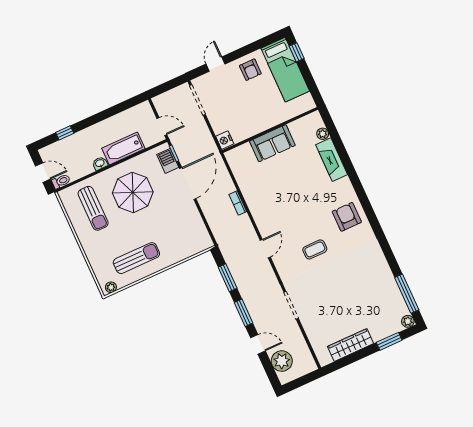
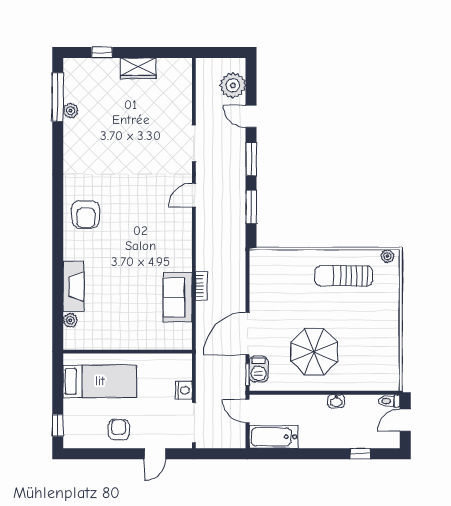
bed: (285, 70) -> (100, 381), moved, turned 90
nightstand: (225, 140) -> (184, 390), moved
sofa: (272, 143) -> (178, 297), moved, turned -90
bathtub: (123, 148) -> (274, 437), moved, turned 180
door: (43, 173) -> (405, 420), hinge flipped
sun lounger: (93, 208) -> (367, 354), removed
door: (265, 249) -> (194, 195), moved
coffee table: (315, 249) -> (138, 194), removed
plant: (408, 321) -> (71, 111), moved
window: (389, 341) -> (102, 52), width x0.67
wardrobe: (351, 345) -> (138, 68), width x0.67

